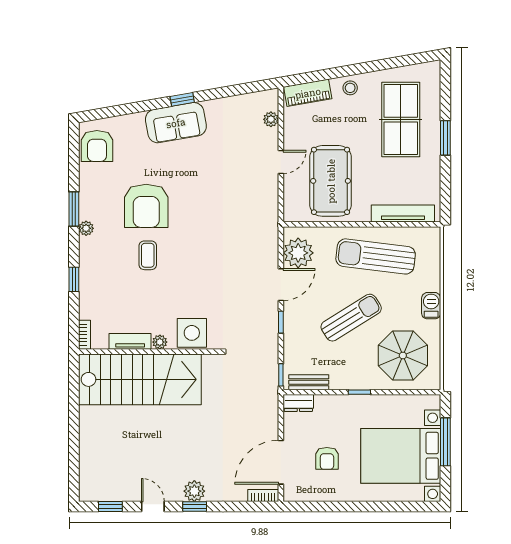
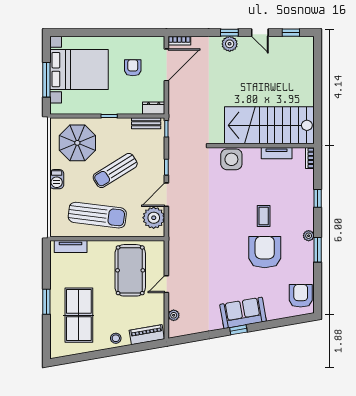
tv unit: (403, 213) -> (71, 247), width x0.71
plant: (160, 342) -> (255, 153), removed

